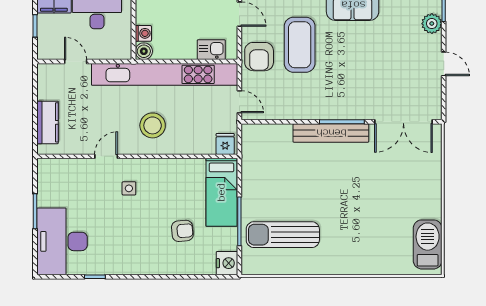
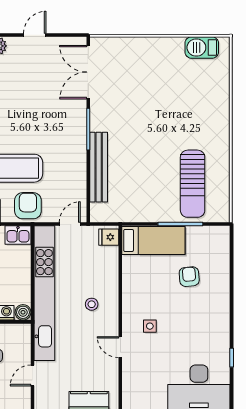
kitchen sink: (211, 50) -> (18, 235), moved, turned -90
armchair: (259, 57) -> (28, 206), turned -90
double door: (403, 122) -> (88, 72), swing flipped
stool: (153, 125) -> (92, 304), width x0.53, depth x0.53
bench: (331, 133) -> (99, 167), moved
barbecue: (428, 244) -> (202, 48), width x0.73, depth x0.83
nightstand: (227, 263) -> (219, 235), removed

